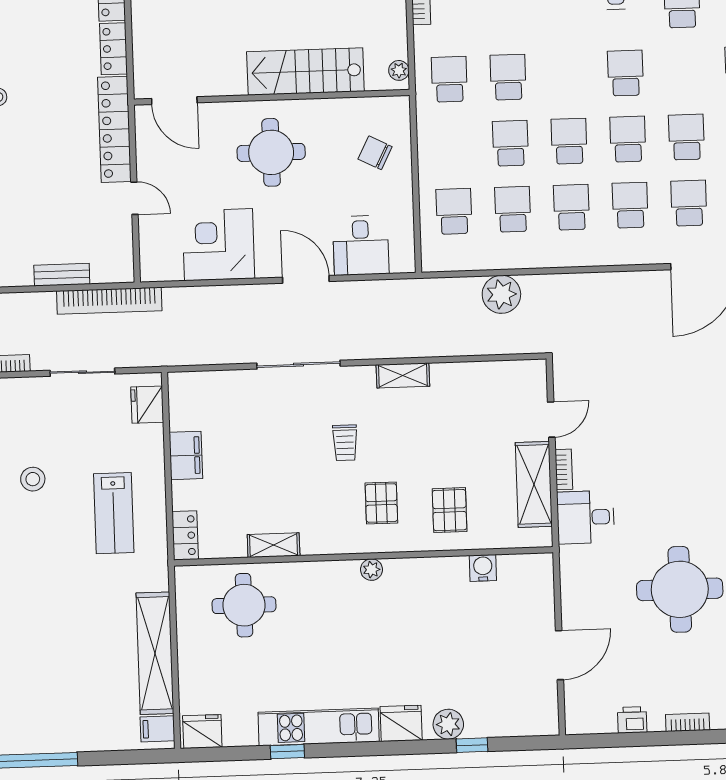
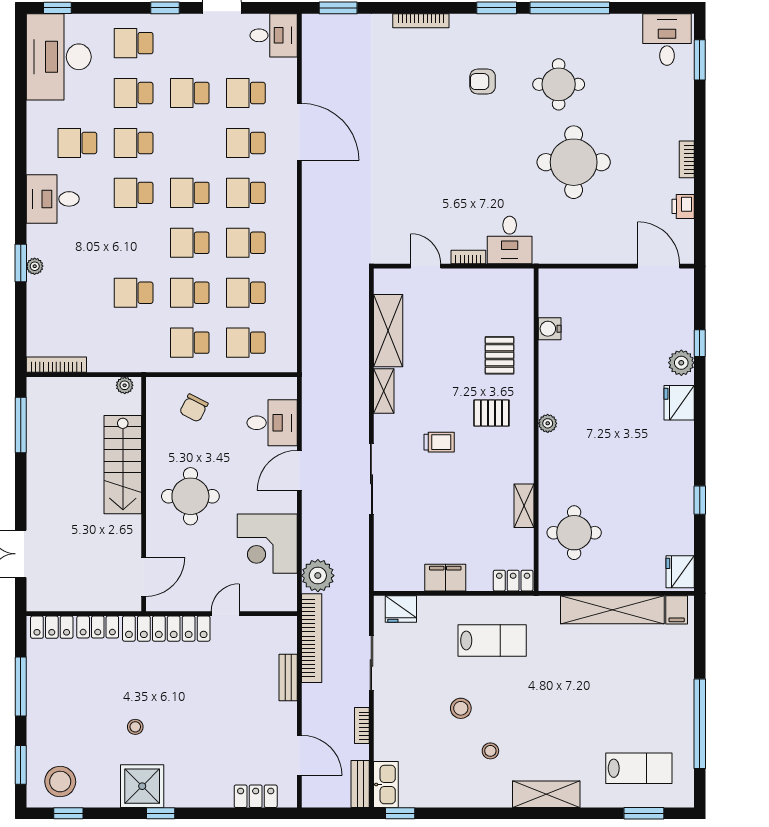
school desk: (449, 79) -> (190, 343), moved
school desk: (687, 137) -> (134, 143), moved
plant: (501, 294) -> (318, 576), moved
shelving: (534, 484) -> (388, 331), moved, turned 90
pallet: (450, 510) -> (499, 355), turned 90
door: (559, 655) -> (659, 266), moved
kitchen unit: (319, 727) -> (680, 473), removed

